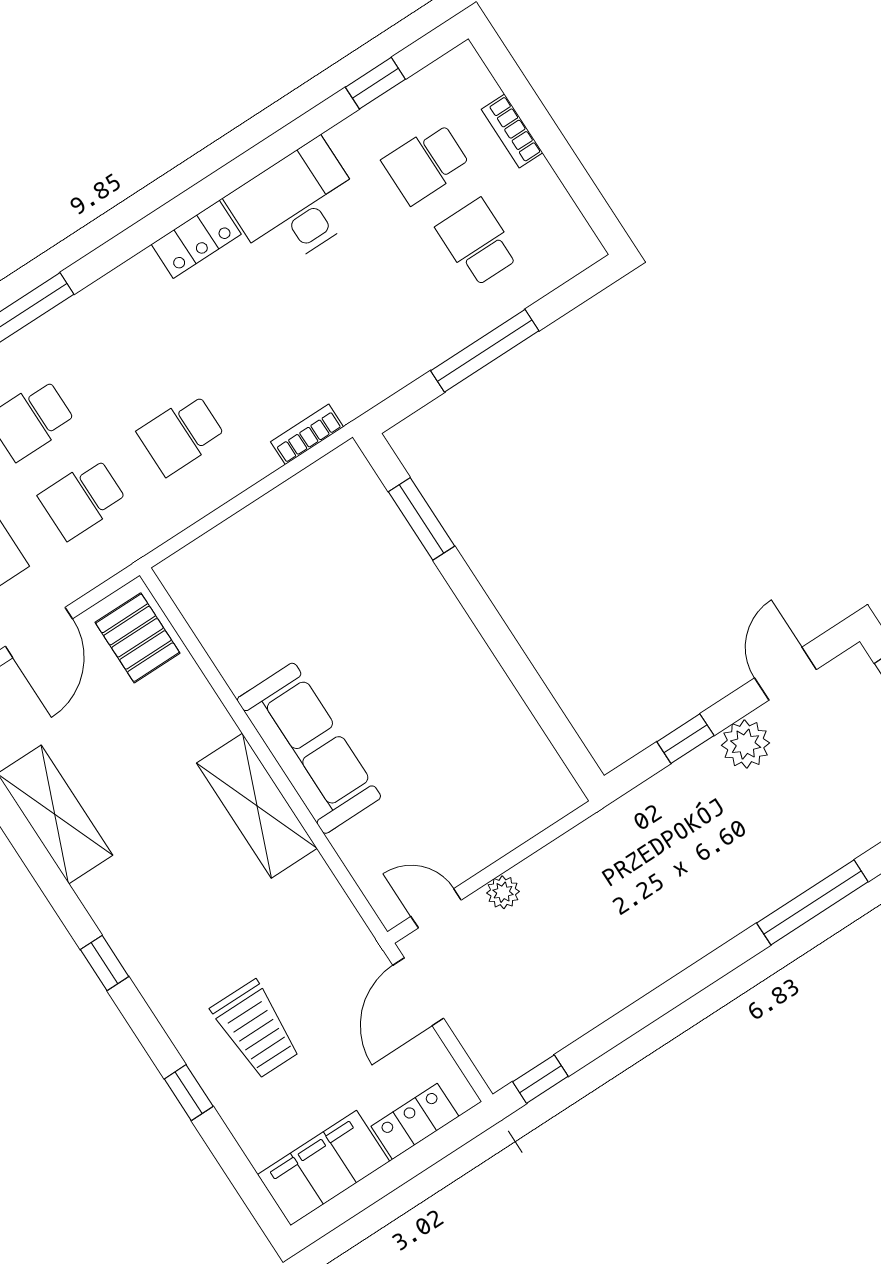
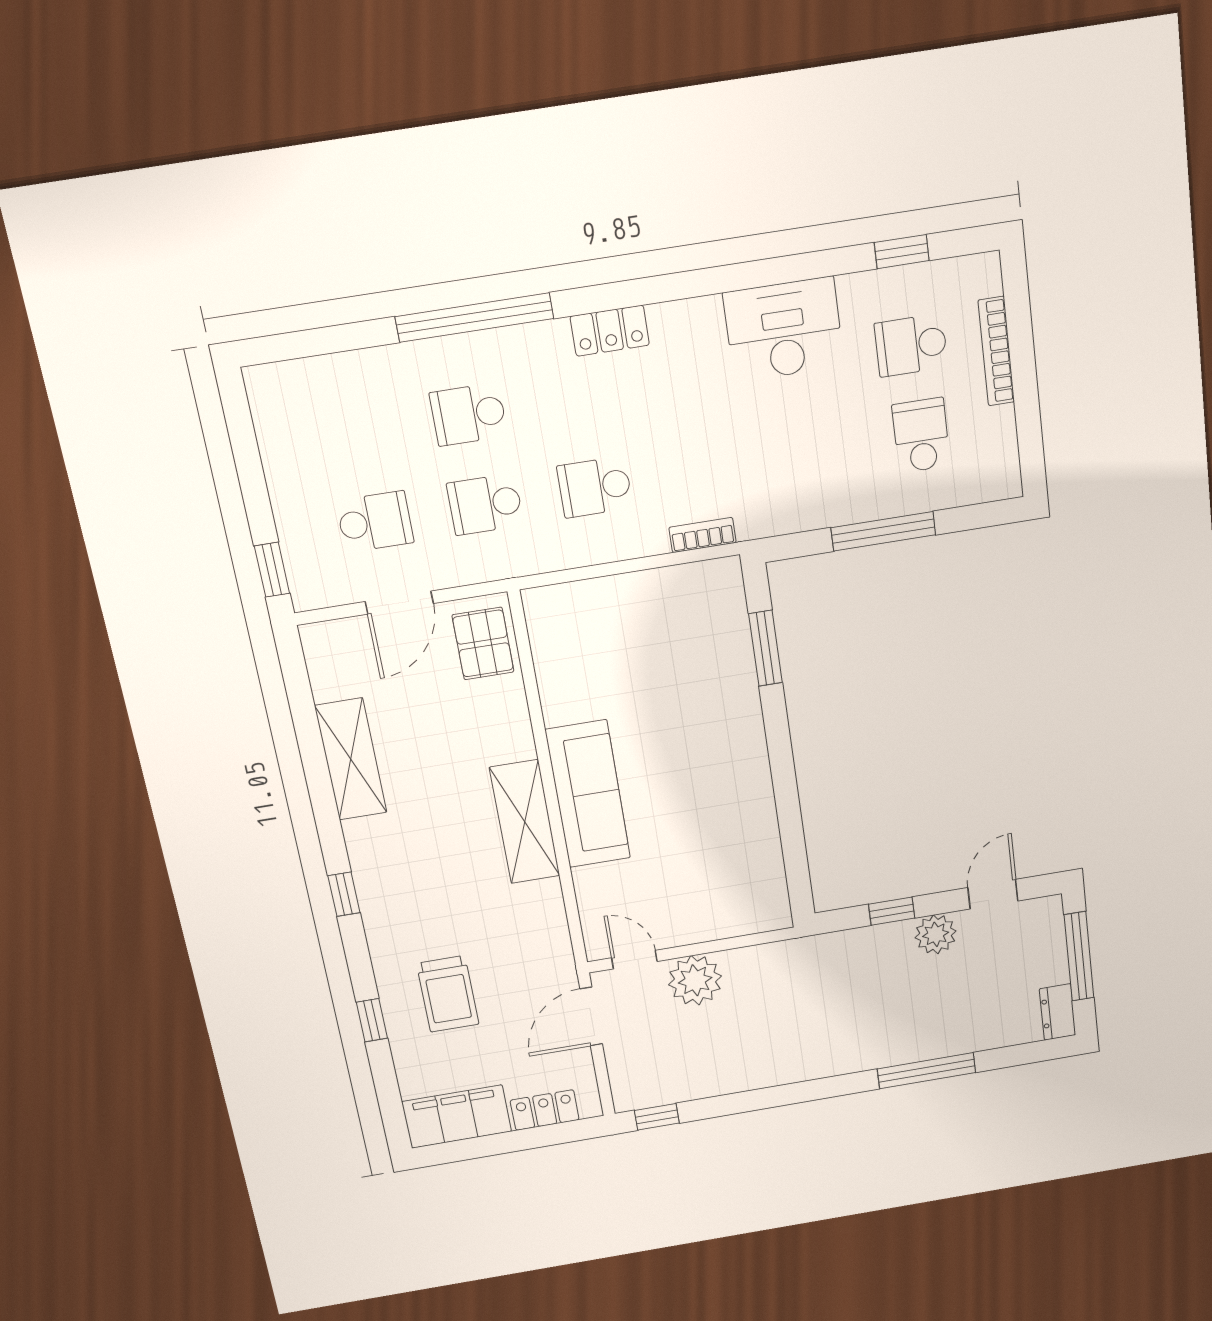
bookcase: (512, 131) -> (996, 351), width x1.56
locker: (196, 239) -> (610, 331), moved
plant: (503, 892) -> (695, 980), width x1.88, depth x1.88

